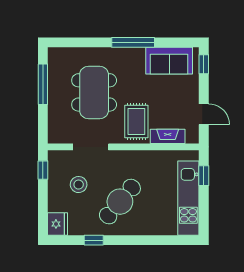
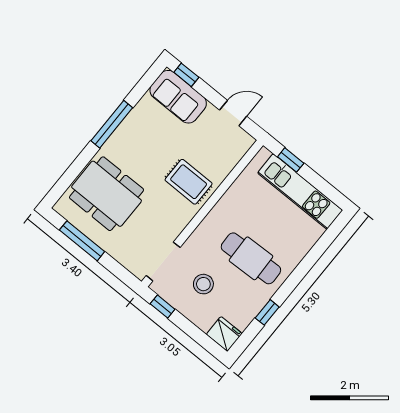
sofa: (169, 61) -> (178, 97), moved, turned 90
dining table: (94, 92) -> (107, 194), moved
fireplace: (168, 136) -> (226, 164), removed
doorway: (91, 147) -> (163, 262), moved
cafe table: (120, 202) -> (251, 258), turned -42

